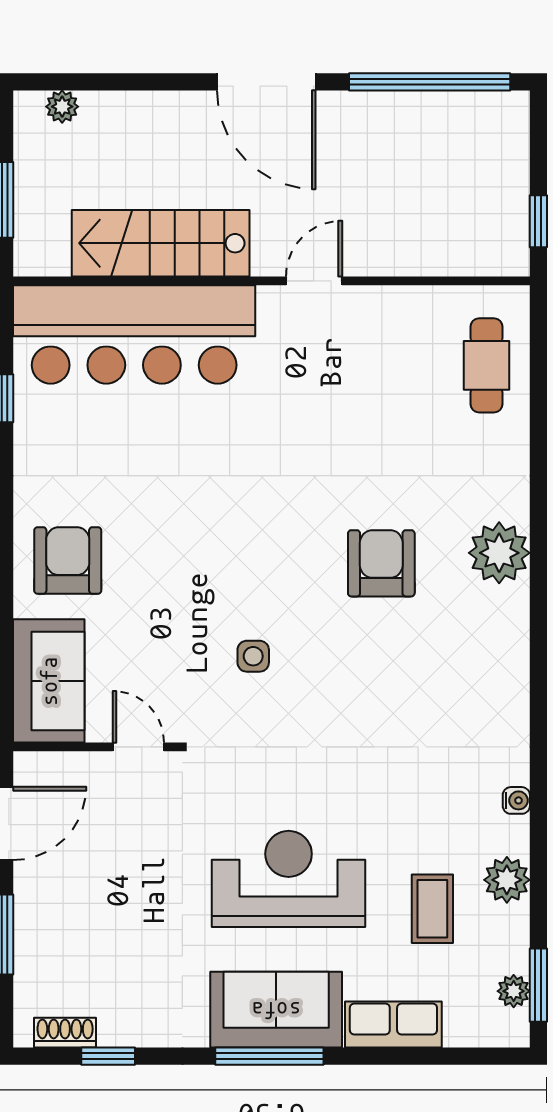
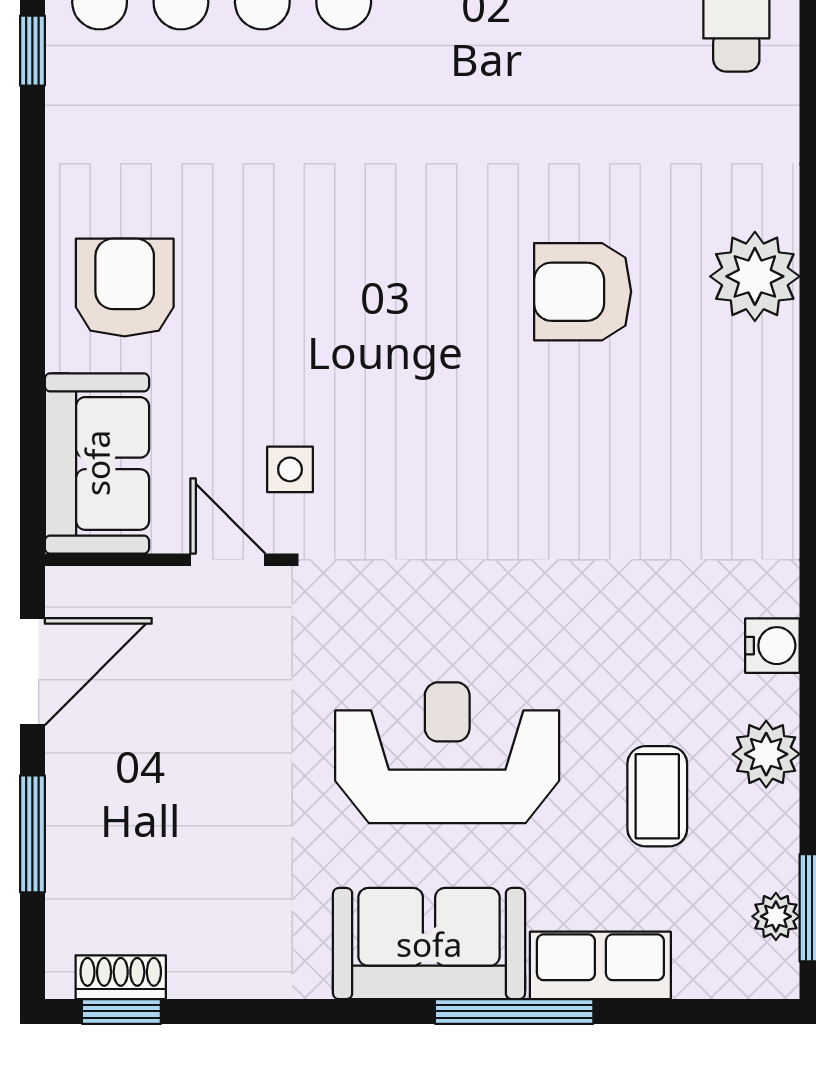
armchair: (381, 563) -> (583, 292), turned -90
side table: (253, 656) -> (290, 469), moved
water cooler: (516, 800) -> (772, 646), width x1.38, depth x1.38
window: (108, 1056) -> (121, 1011), moved
window: (269, 1056) -> (514, 1011), moved

